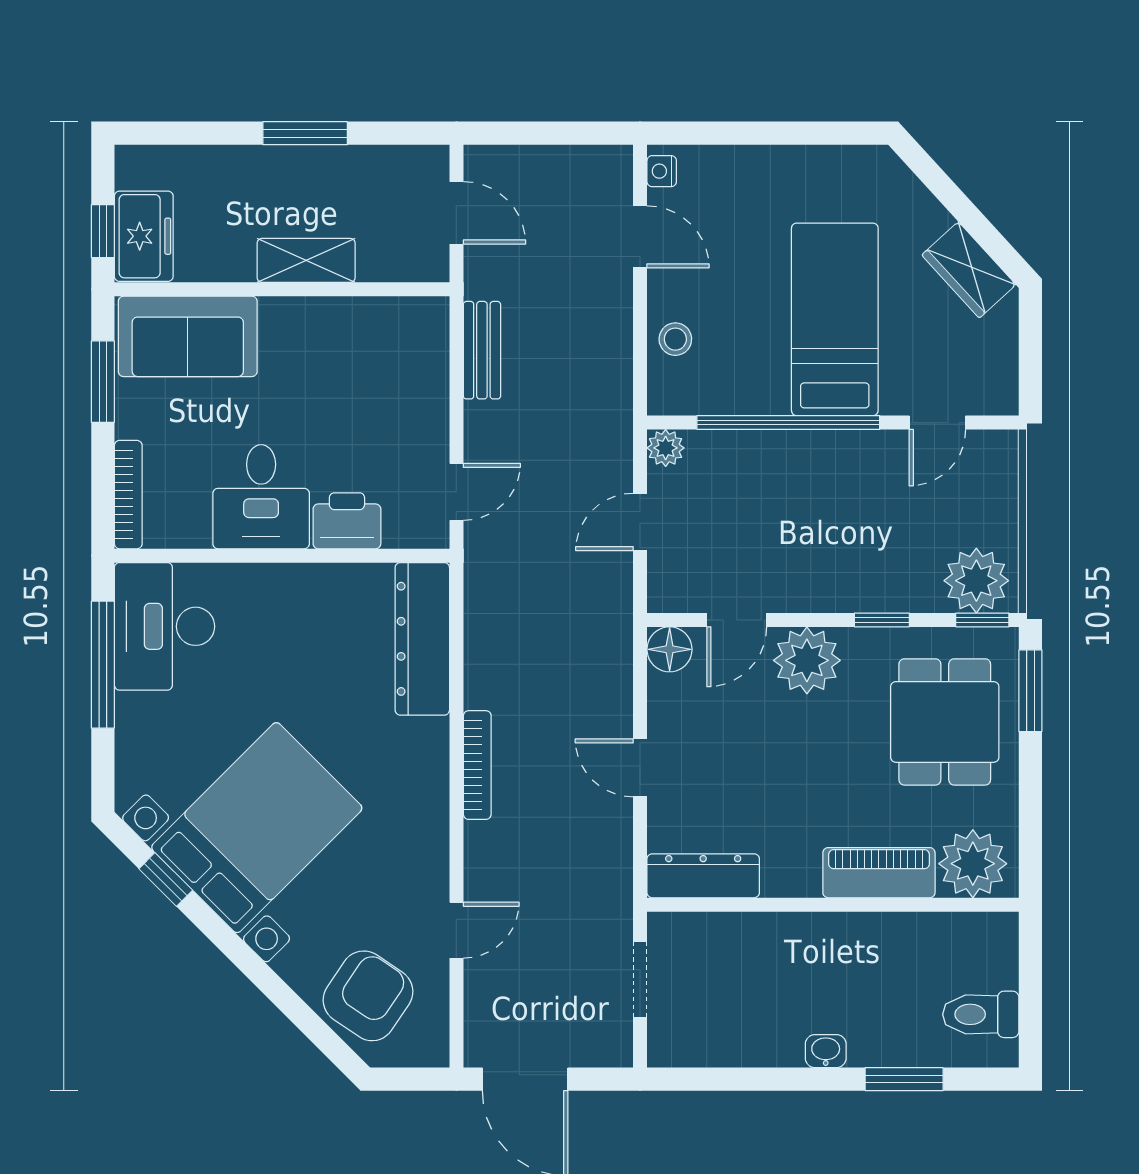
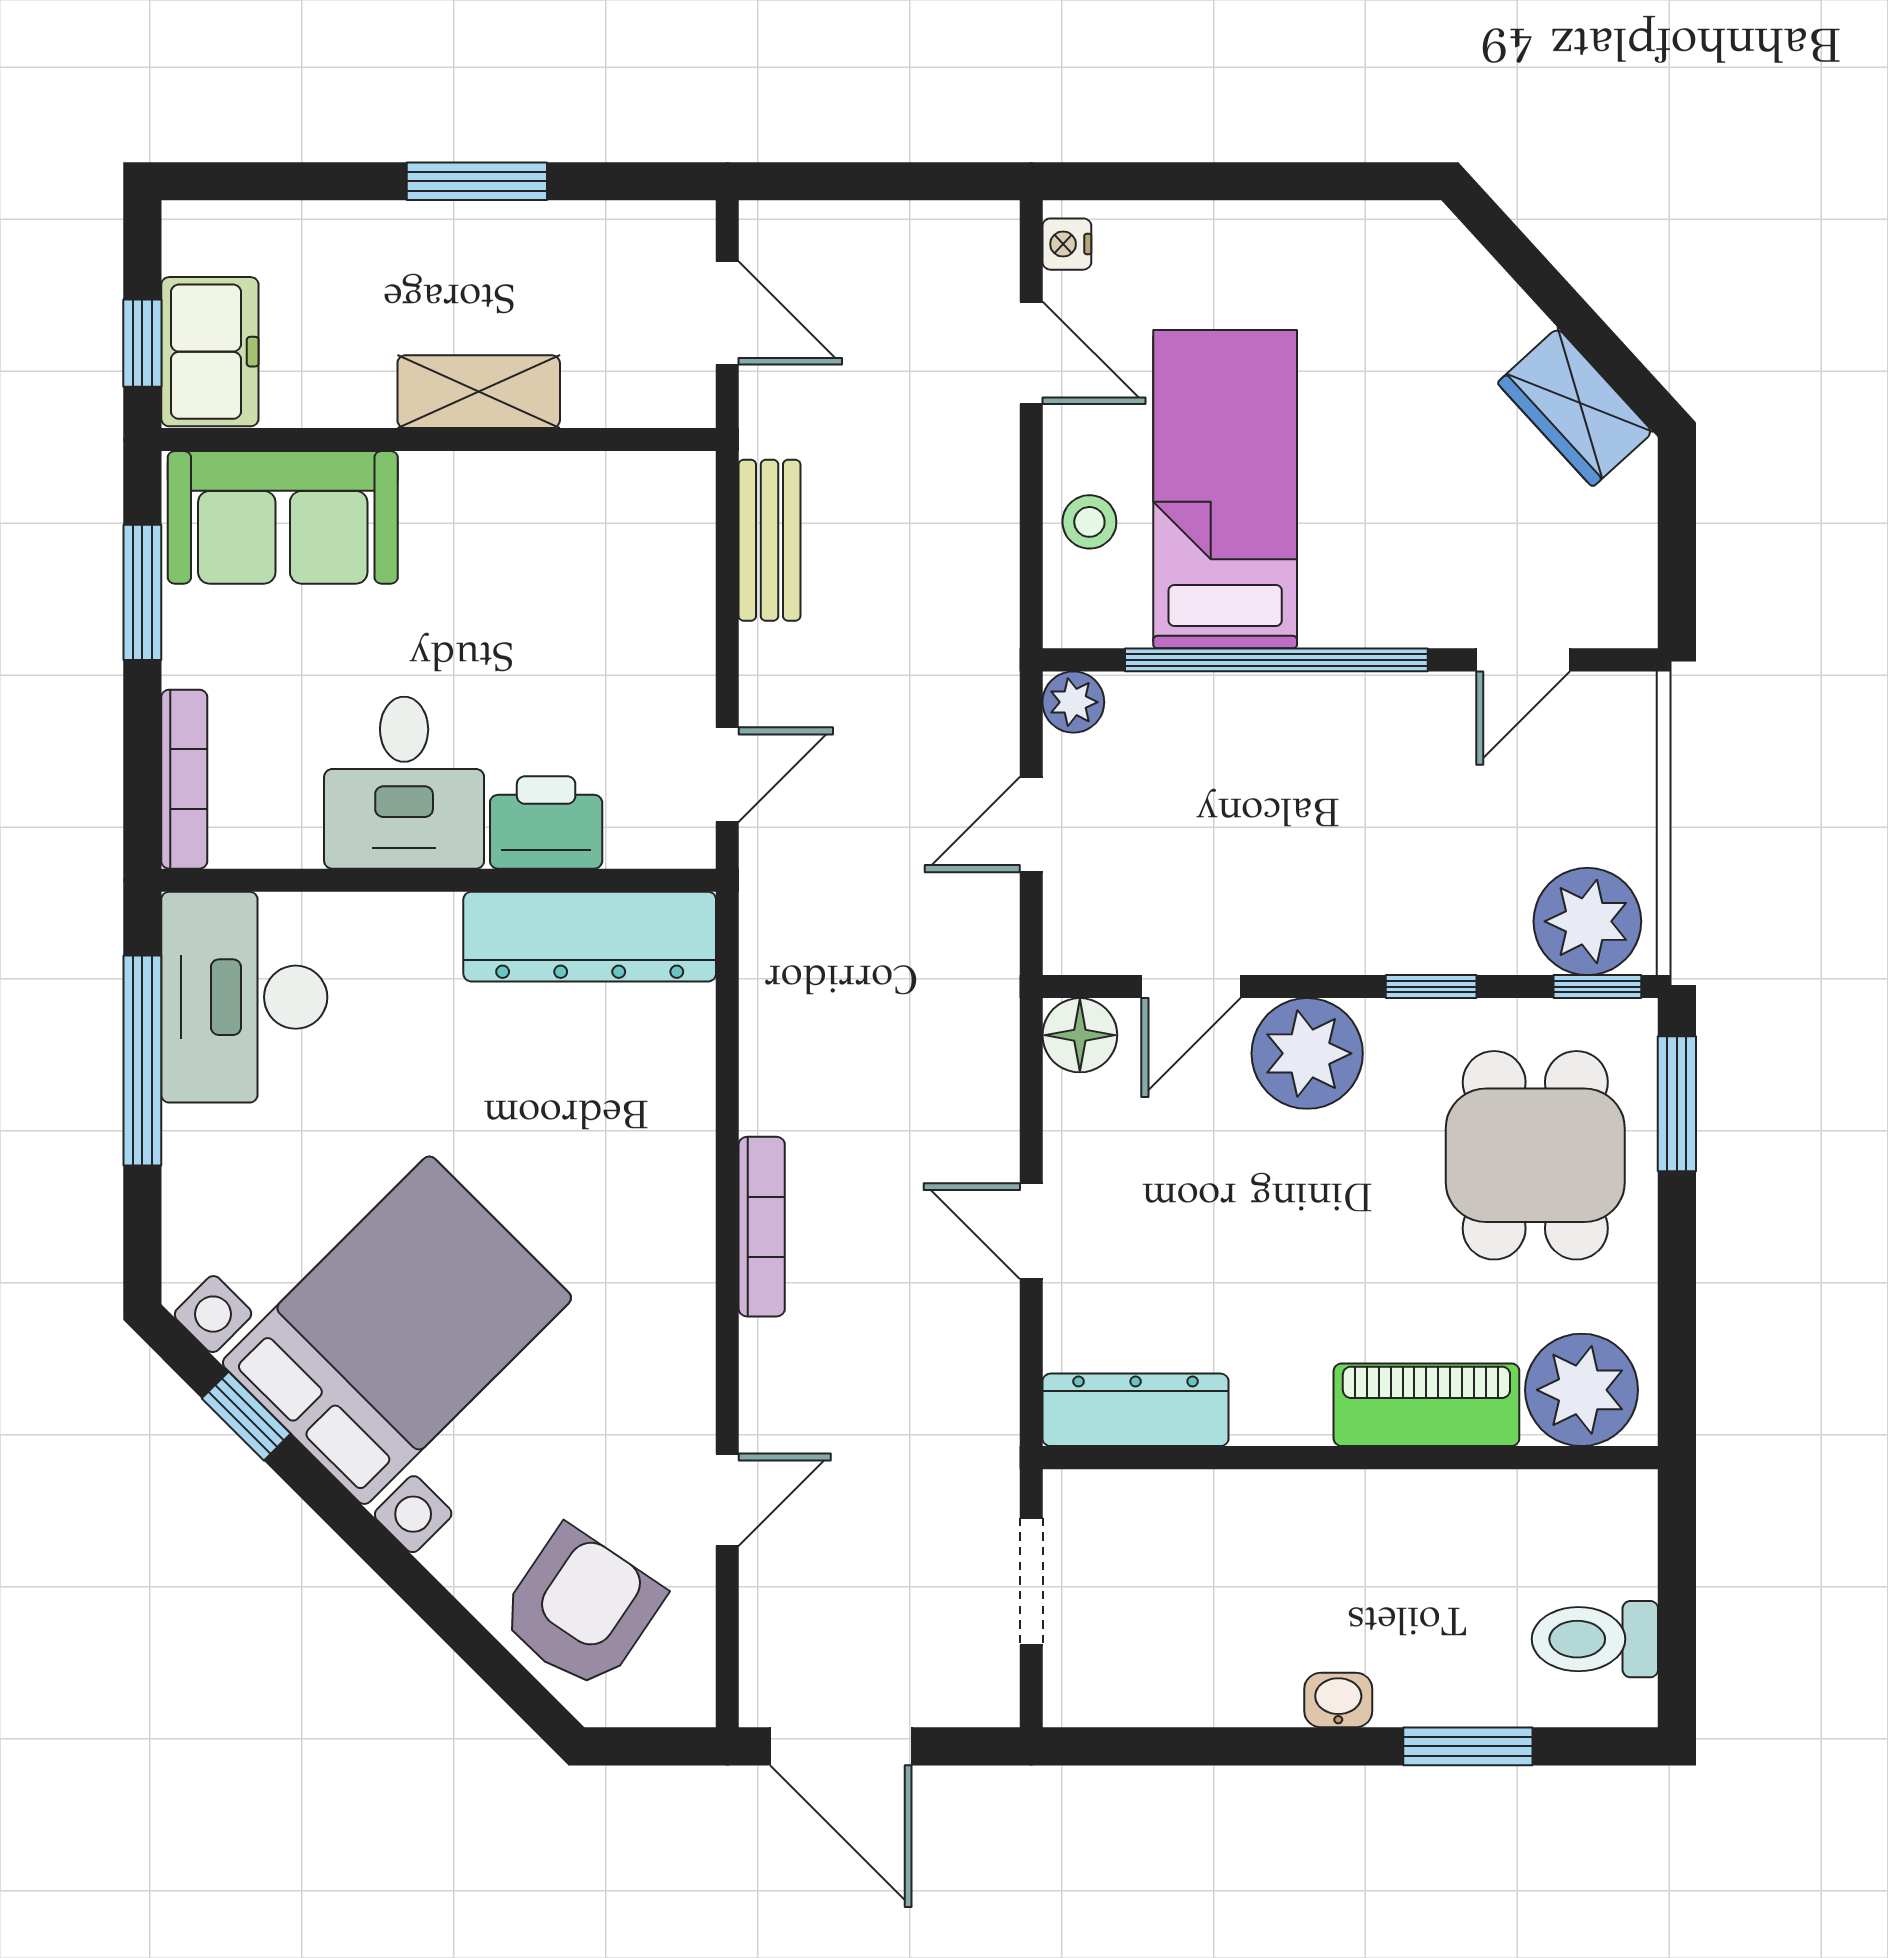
bed: (835, 319) -> (1225, 489), moved
dresser: (422, 639) -> (590, 937), moved, turned -90

